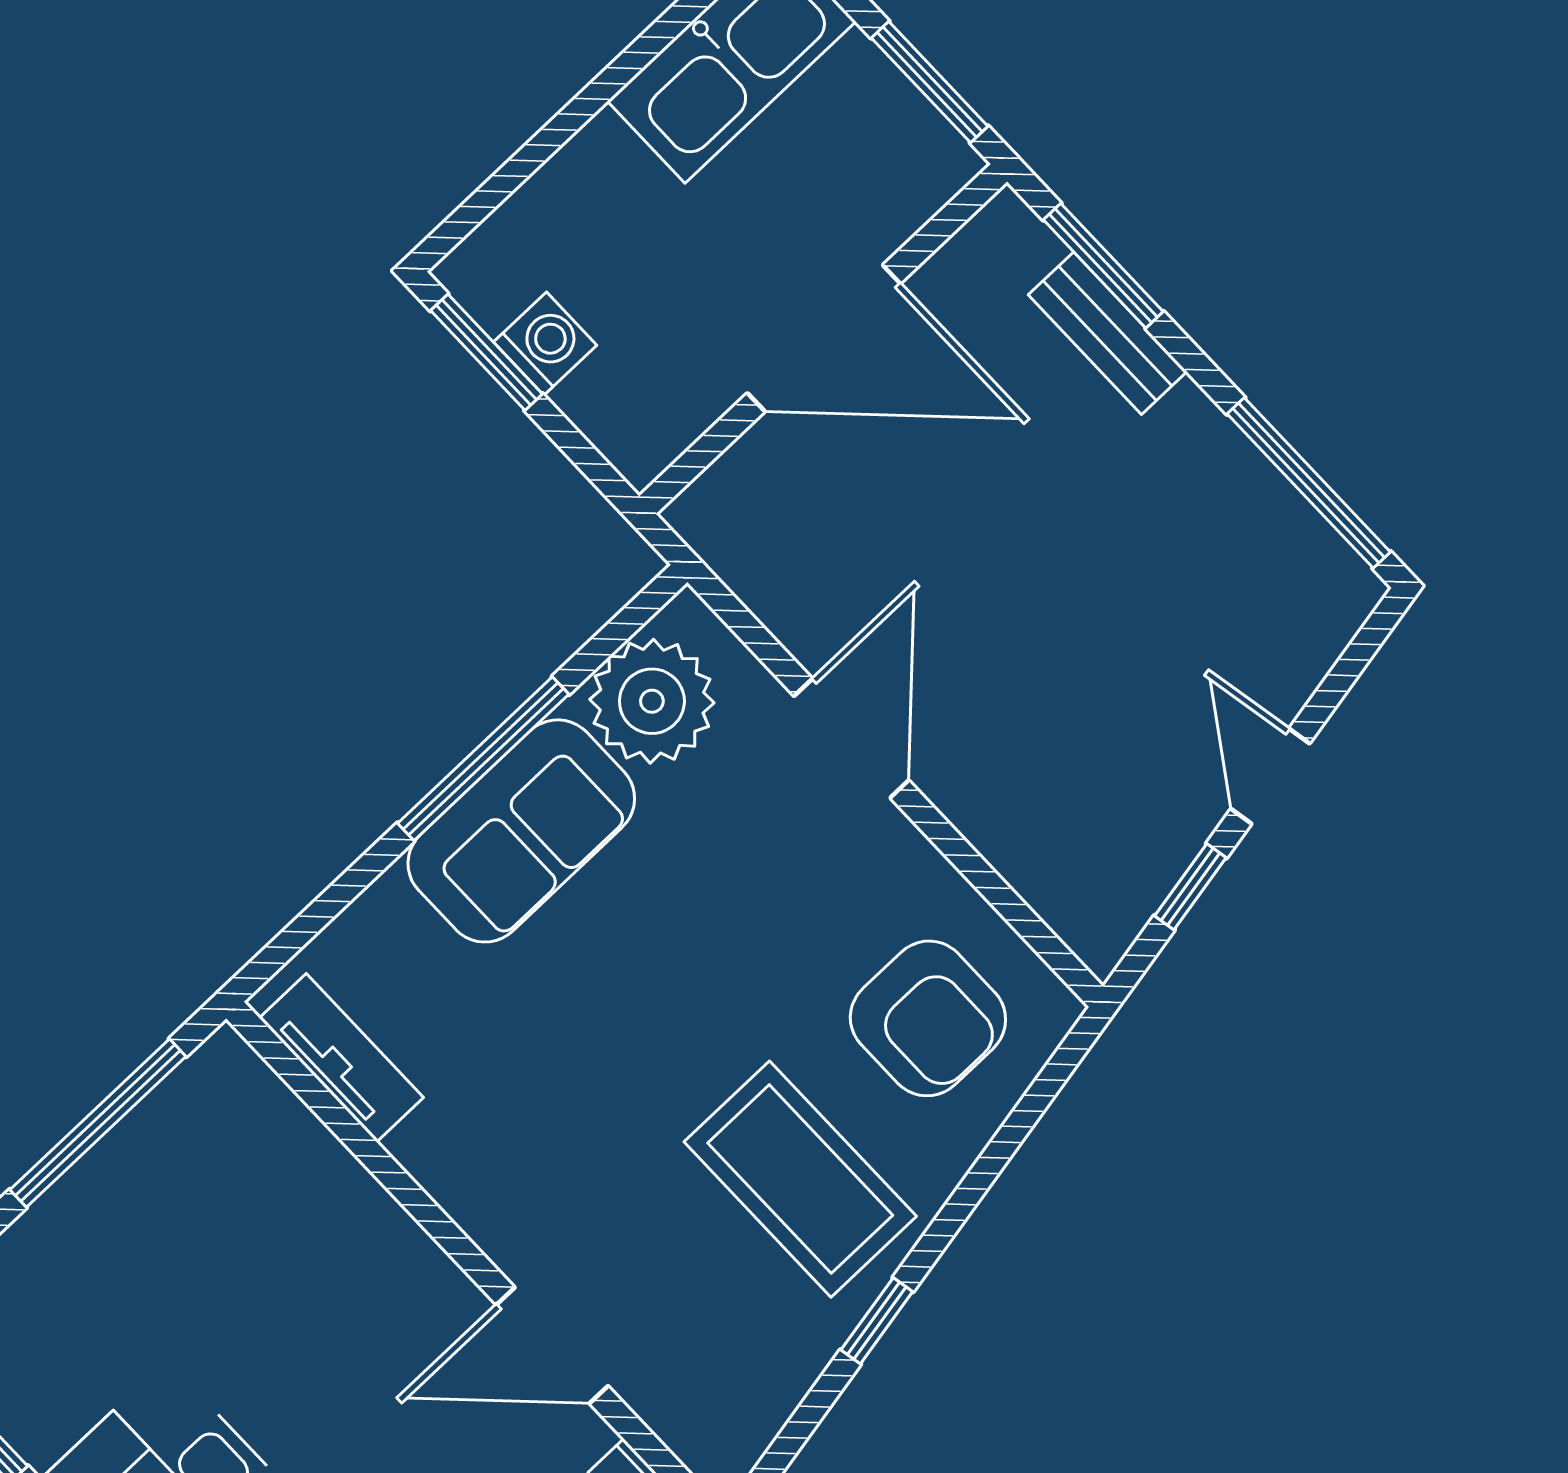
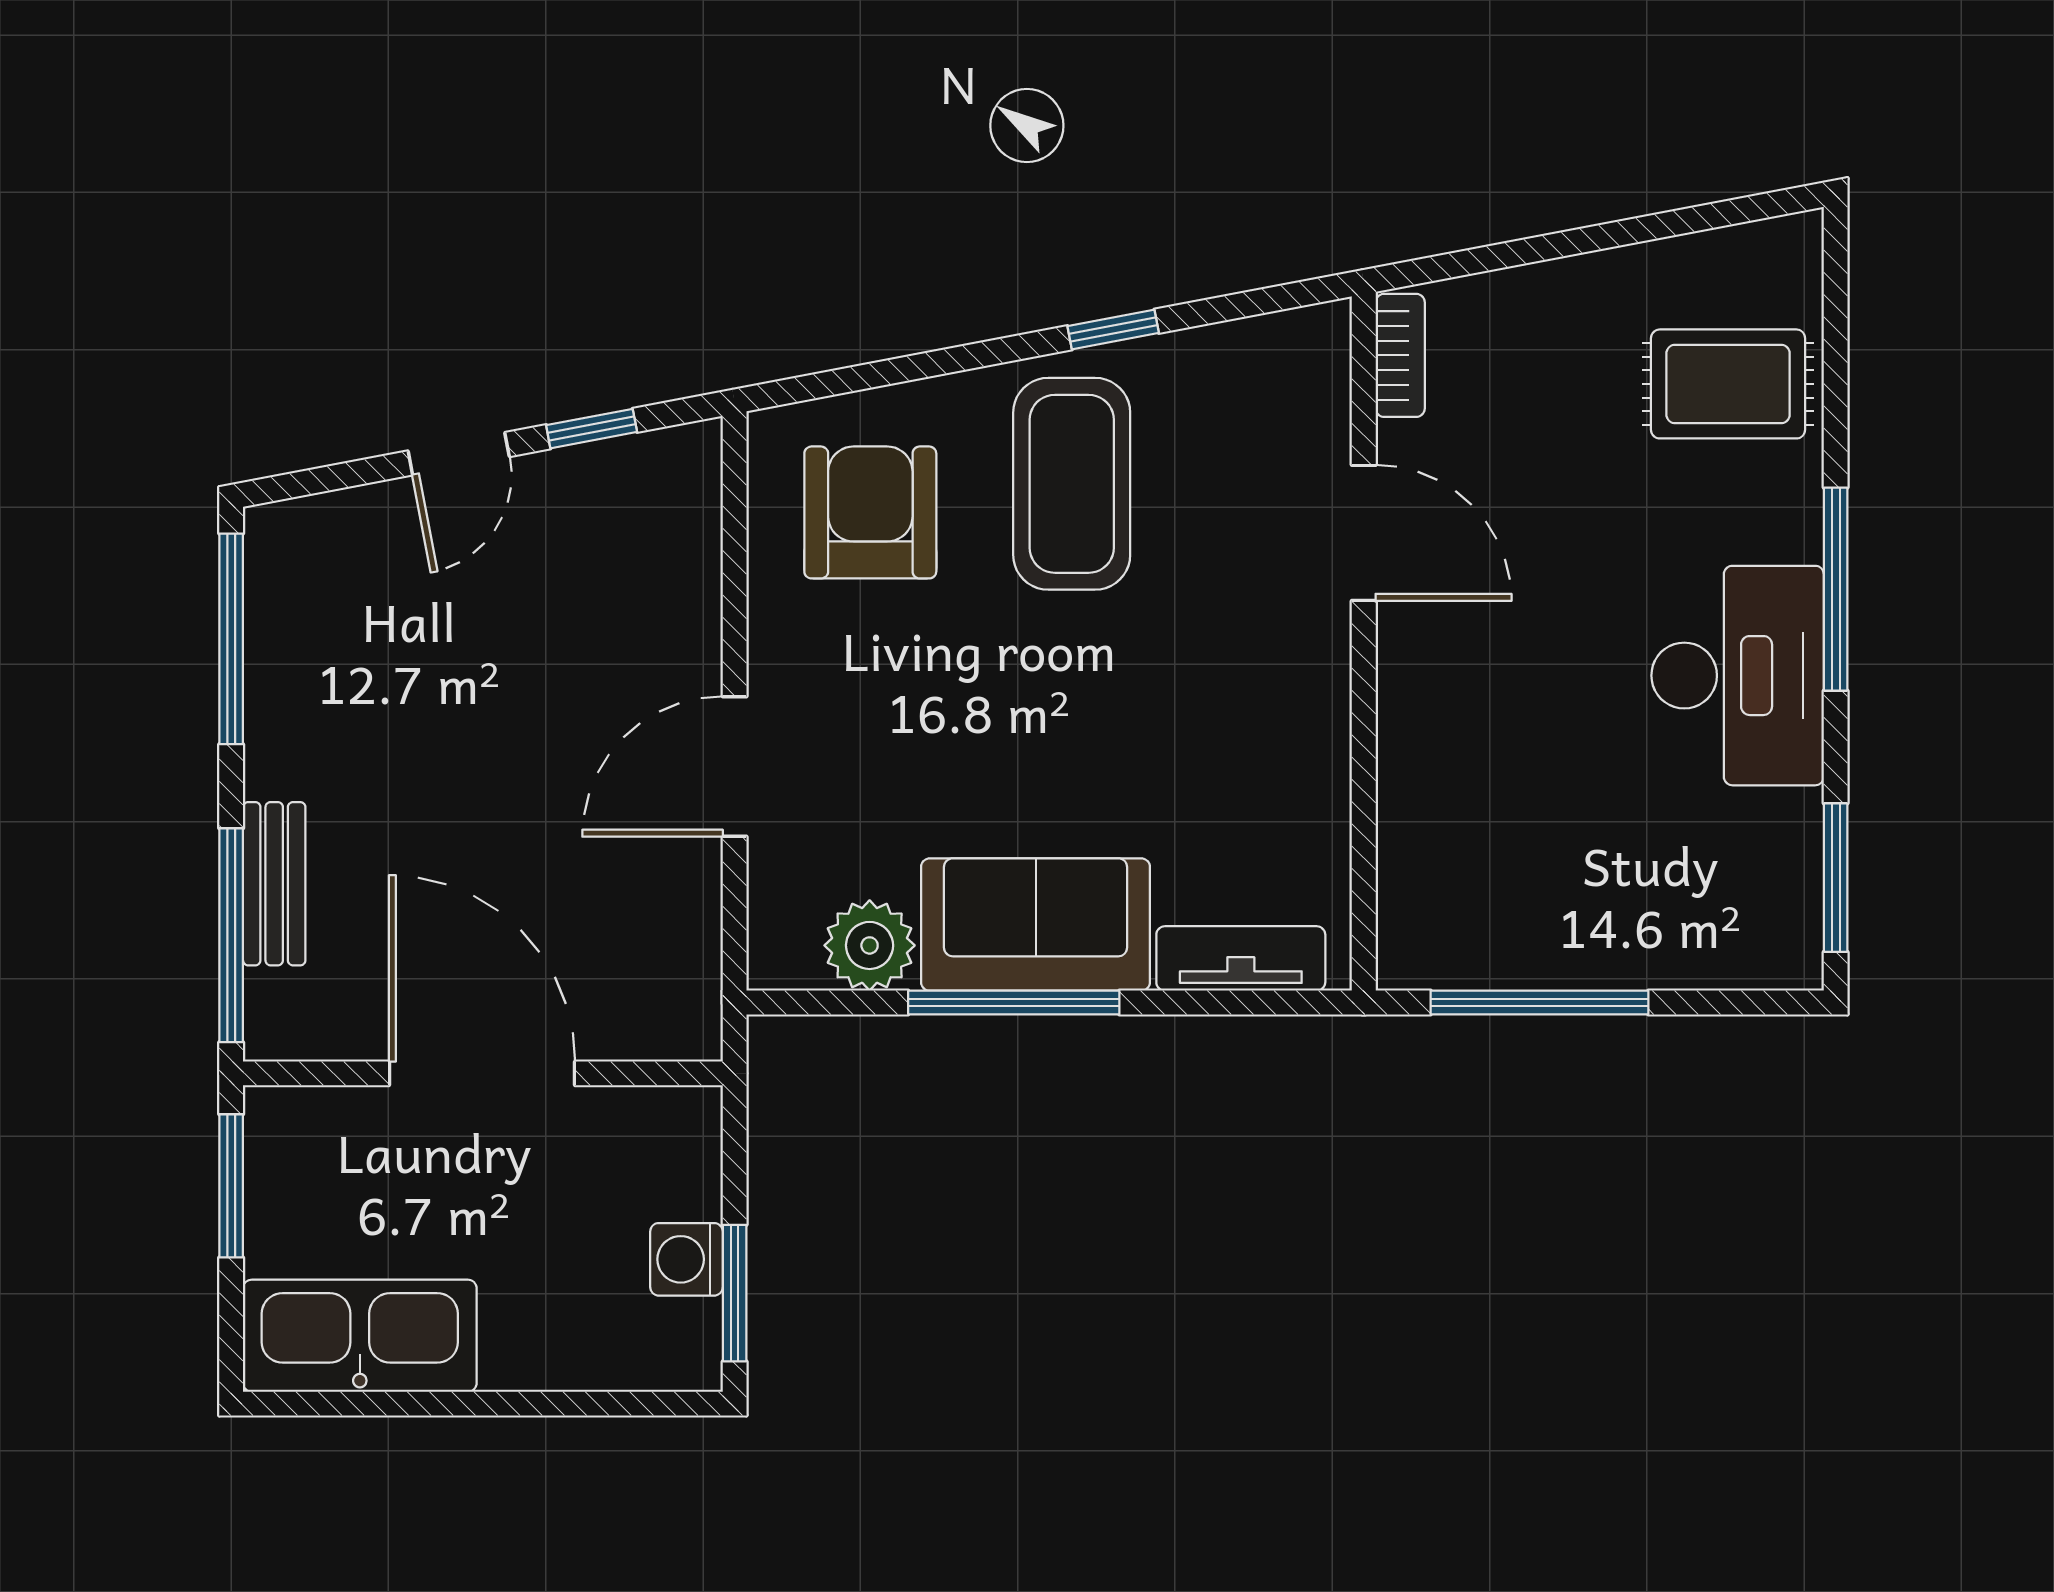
window: (1103, 266) -> (231, 935), width x1.44
plant: (652, 701) -> (870, 945), width x0.73, depth x0.73
tv unit: (341, 1058) -> (1241, 958), moved, turned 90

